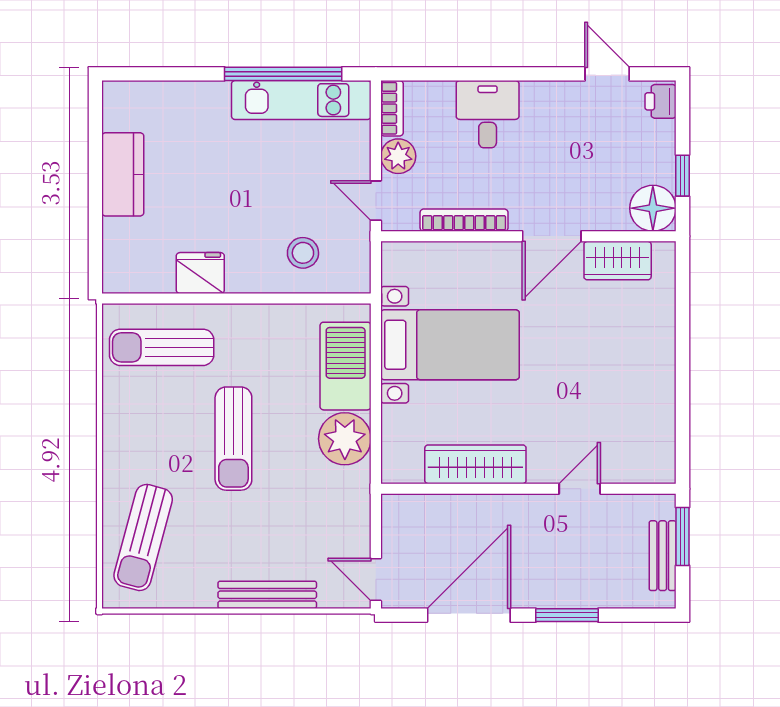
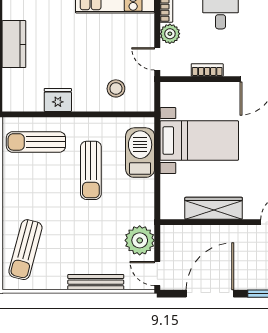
bookcase: (464, 220) -> (207, 70), width x0.64
sun lounger: (233, 439) -> (91, 170), moved
plant: (345, 439) -> (140, 240), moved

